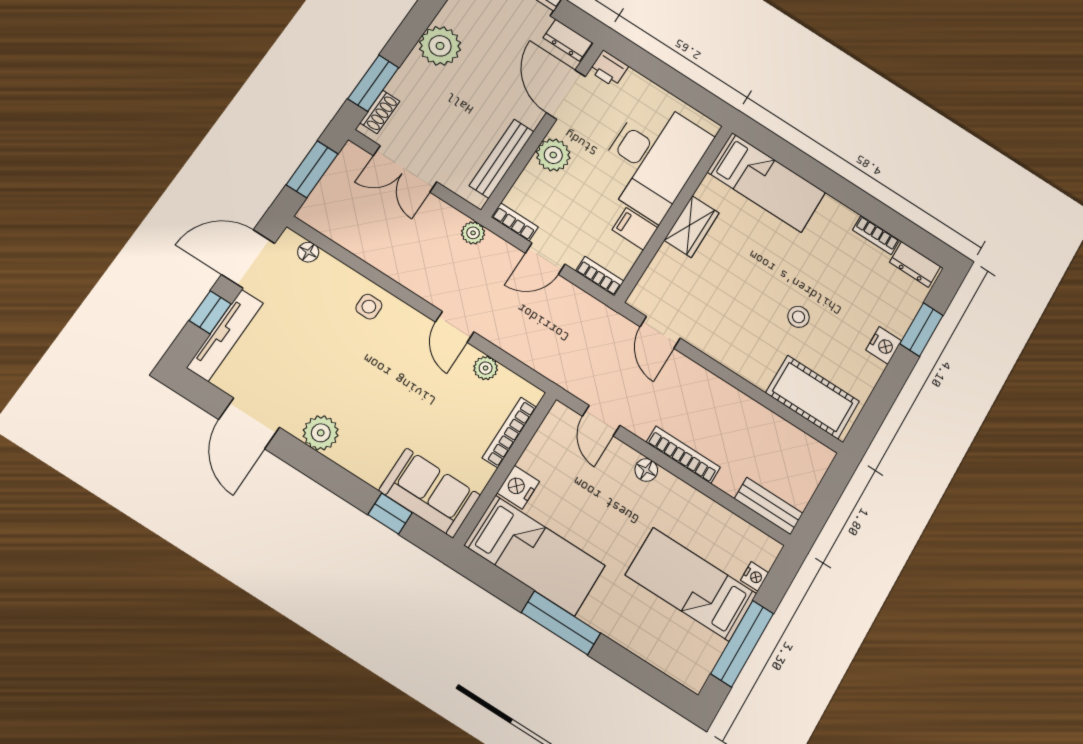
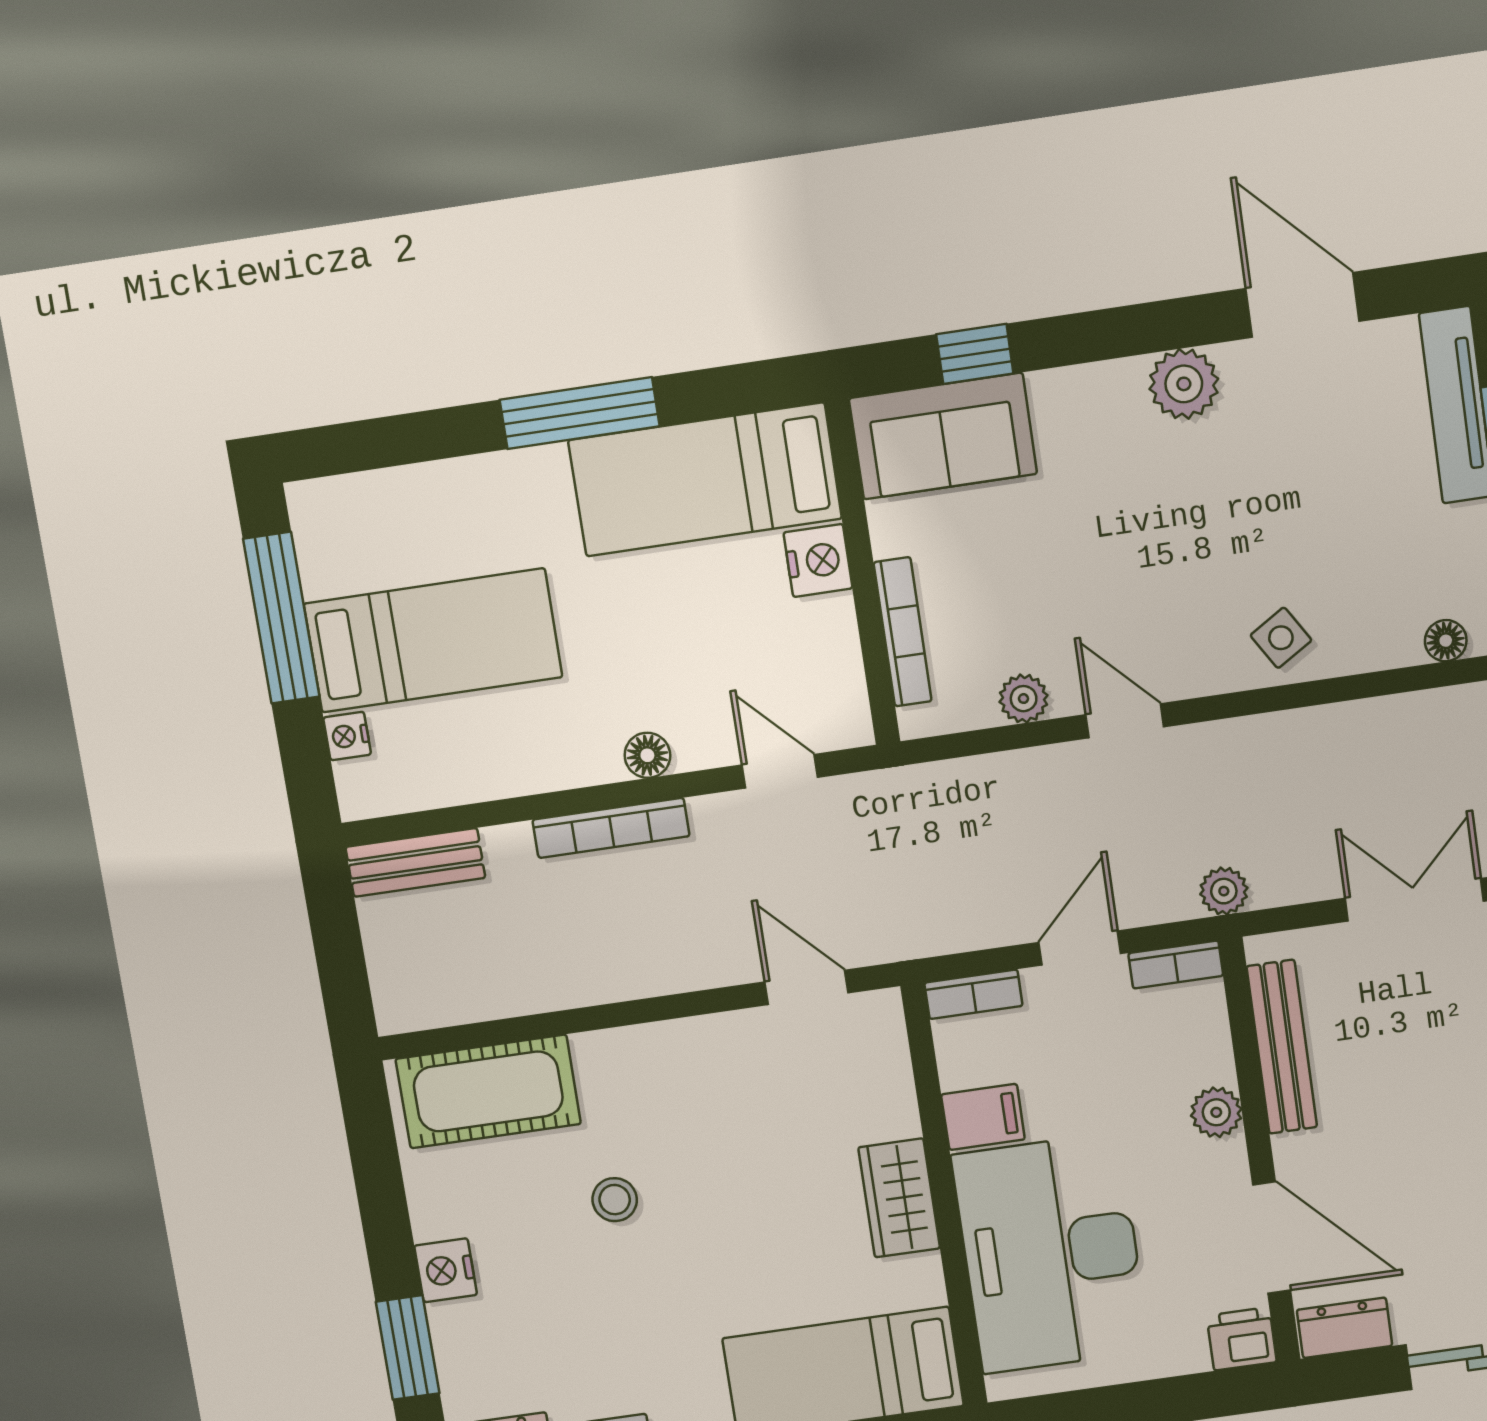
plant: (553, 155) -> (1216, 1112), width x0.73, depth x0.73
side table: (369, 307) -> (1281, 638), turned -32

